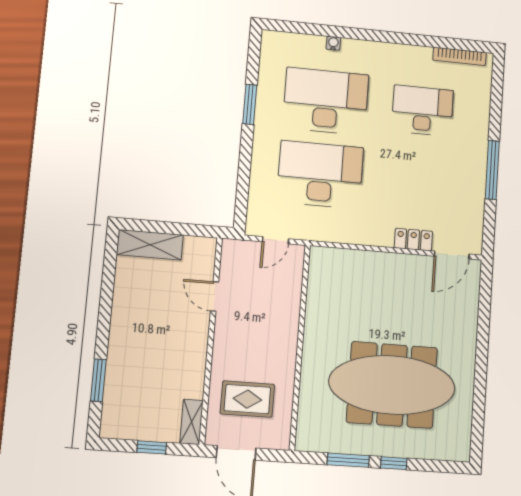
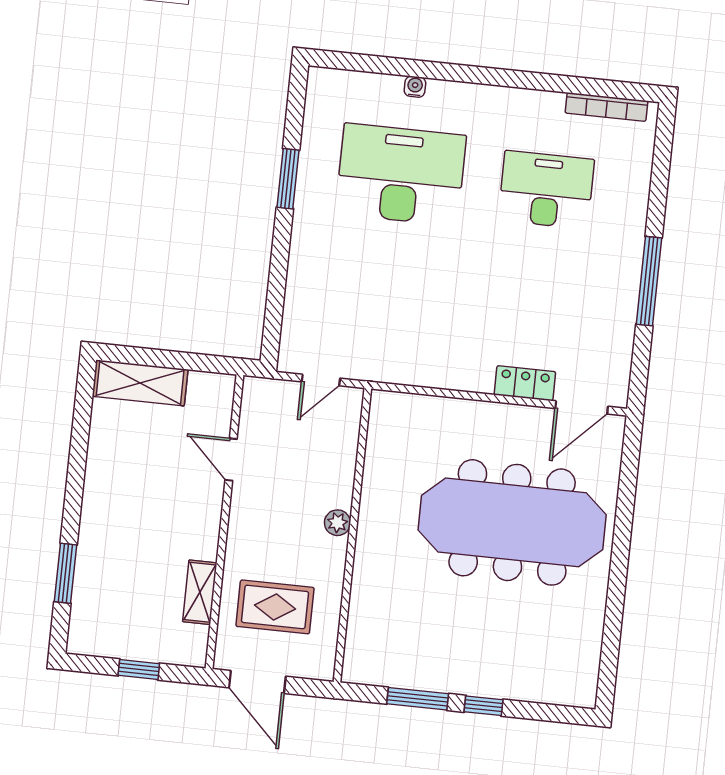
desk: (320, 175) -> (389, 284), removed
plant: (289, 338) -> (337, 523), added
meeting table: (392, 385) -> (512, 522), moved
shelving: (192, 422) -> (200, 592), moved

